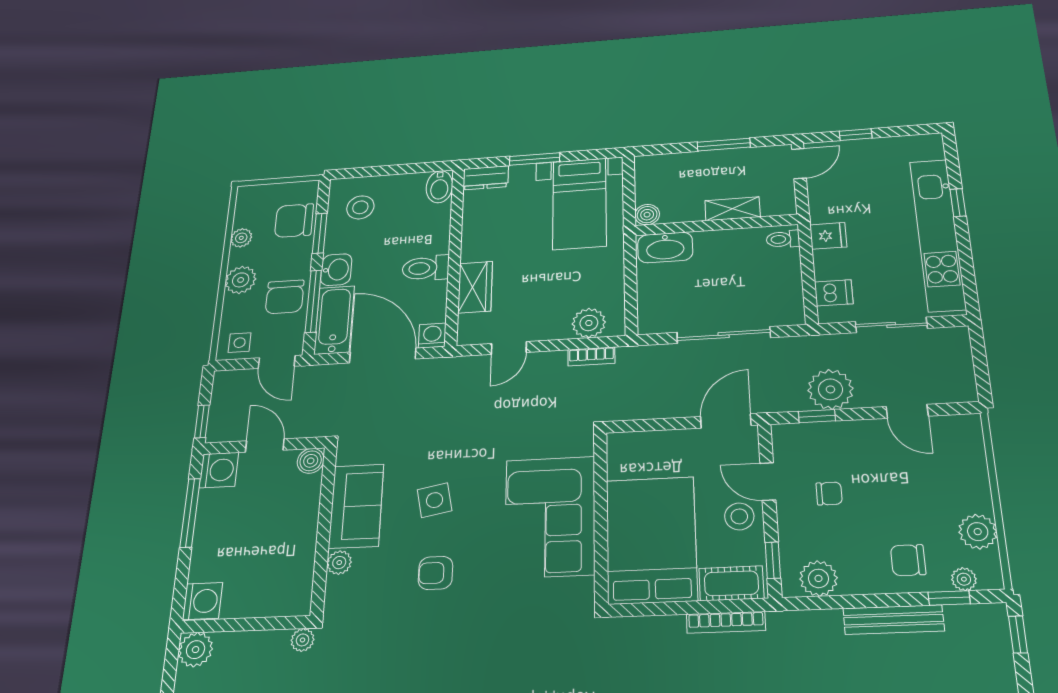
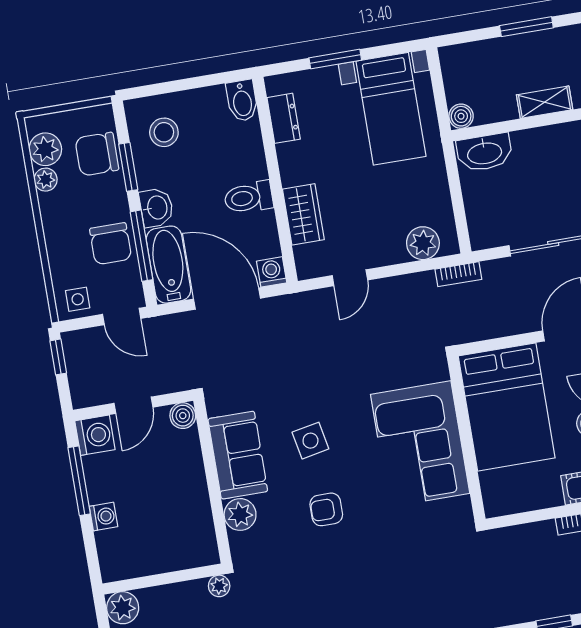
dresser: (486, 178) -> (284, 118), moved, turned -90
plant: (241, 280) -> (45, 149), moved
bookcase: (591, 356) -> (458, 274), moved
window: (202, 421) -> (58, 357), moved
door: (265, 445) -> (134, 405), swing flipped
bed: (651, 540) -> (507, 407), moved, turned 180
plant: (339, 563) -> (240, 514), width x1.38, depth x1.38
washing machine: (203, 601) -> (104, 516), moved, width x0.73, depth x0.73

